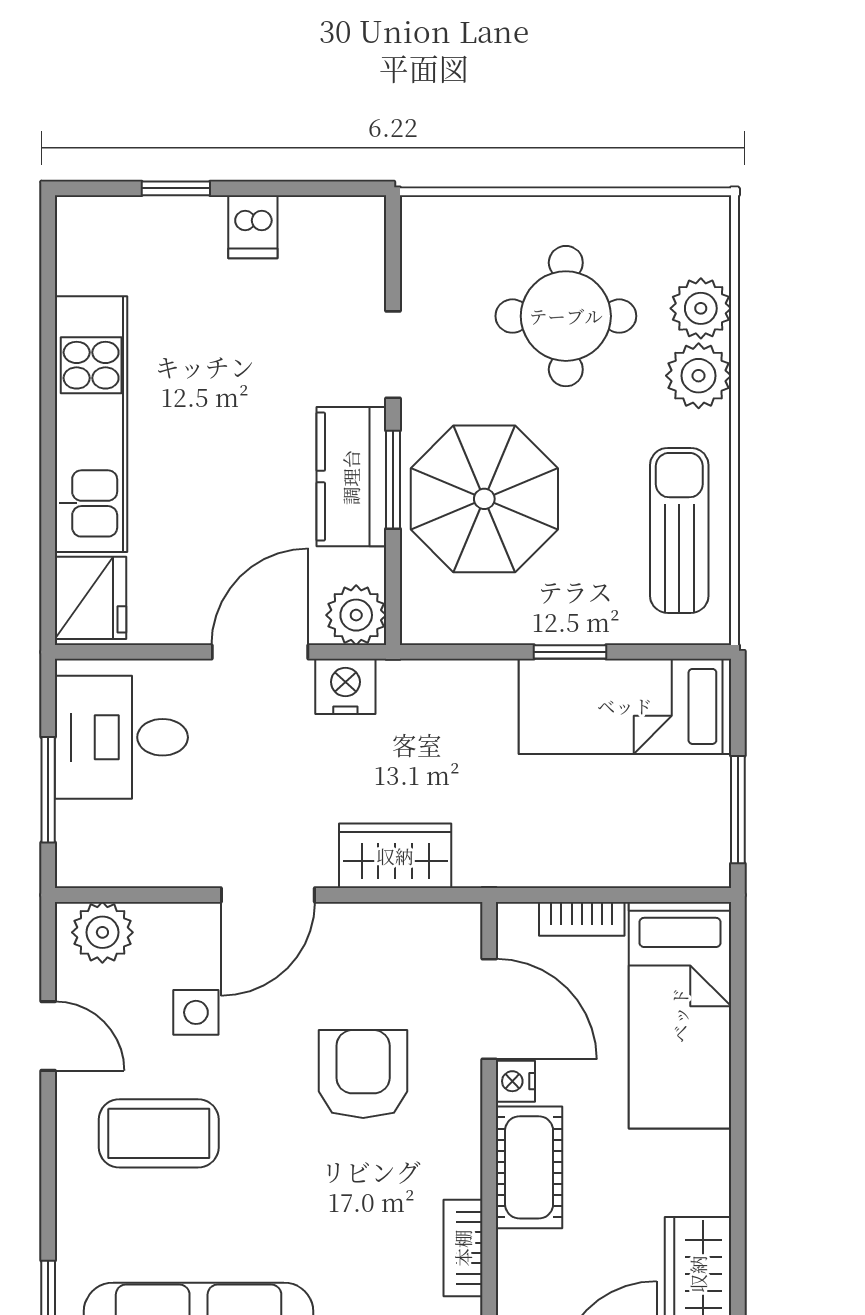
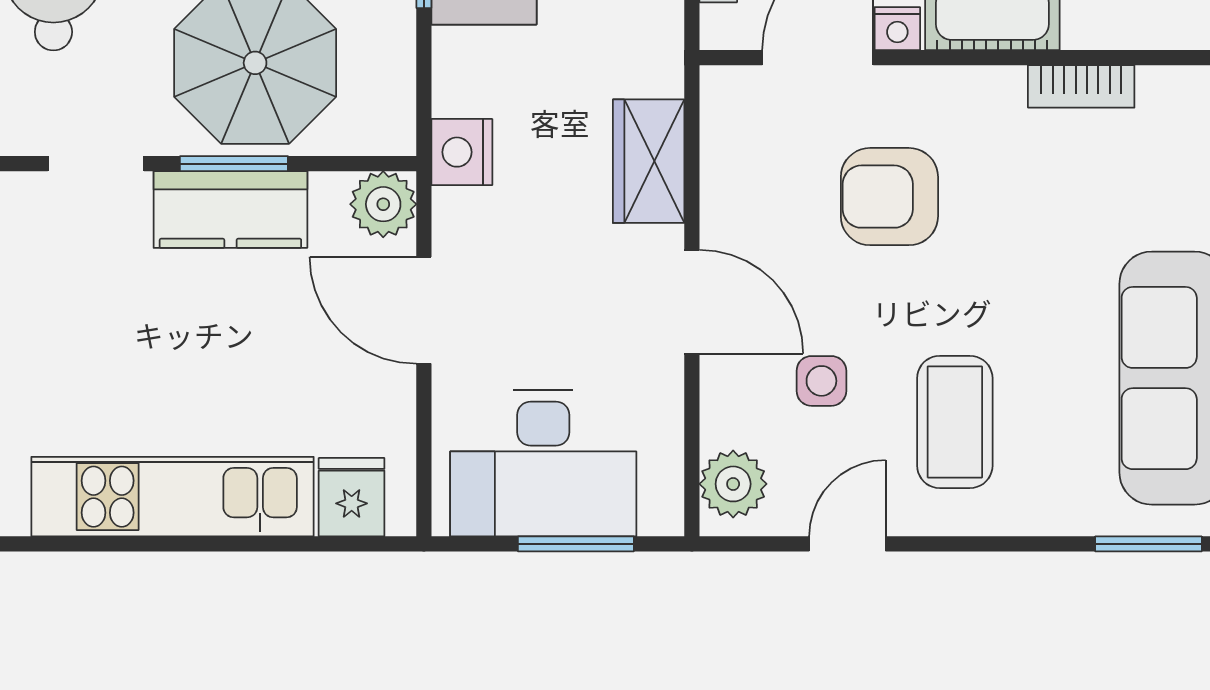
fridge: (91, 598) -> (352, 497), width x0.72
nightstand: (345, 686) -> (462, 152), moved
desk: (121, 737) -> (543, 463), width x1.37

